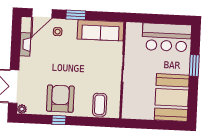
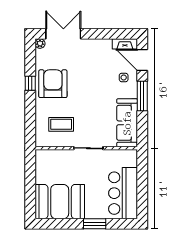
window: (76, 15) -> (142, 96), width x1.44
fireplace: (25, 44) -> (125, 44), moved
armchair: (60, 99) -> (53, 84), turned -90
coffee table: (100, 105) -> (61, 124), moved

